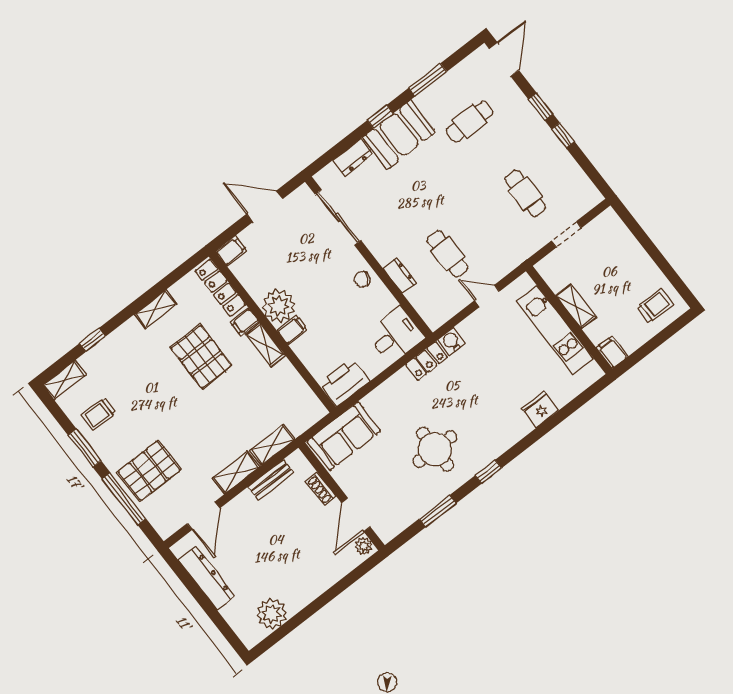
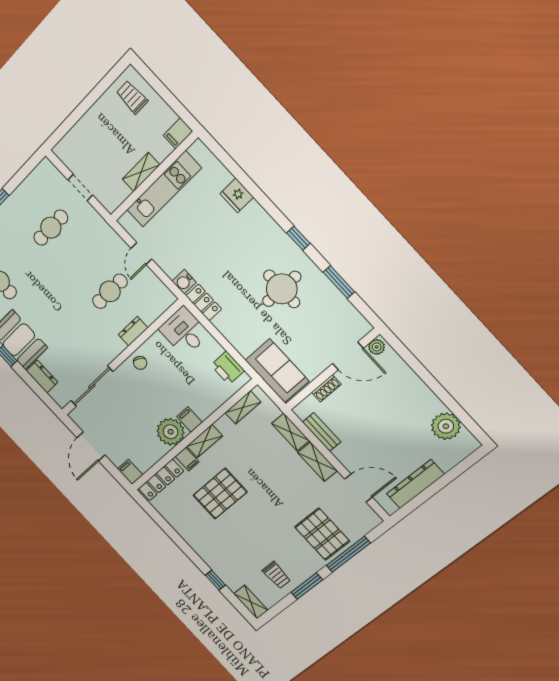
shelving: (156, 309) -> (243, 407), moved, turned 90
printer: (344, 382) -> (228, 368), width x0.73, depth x0.84

